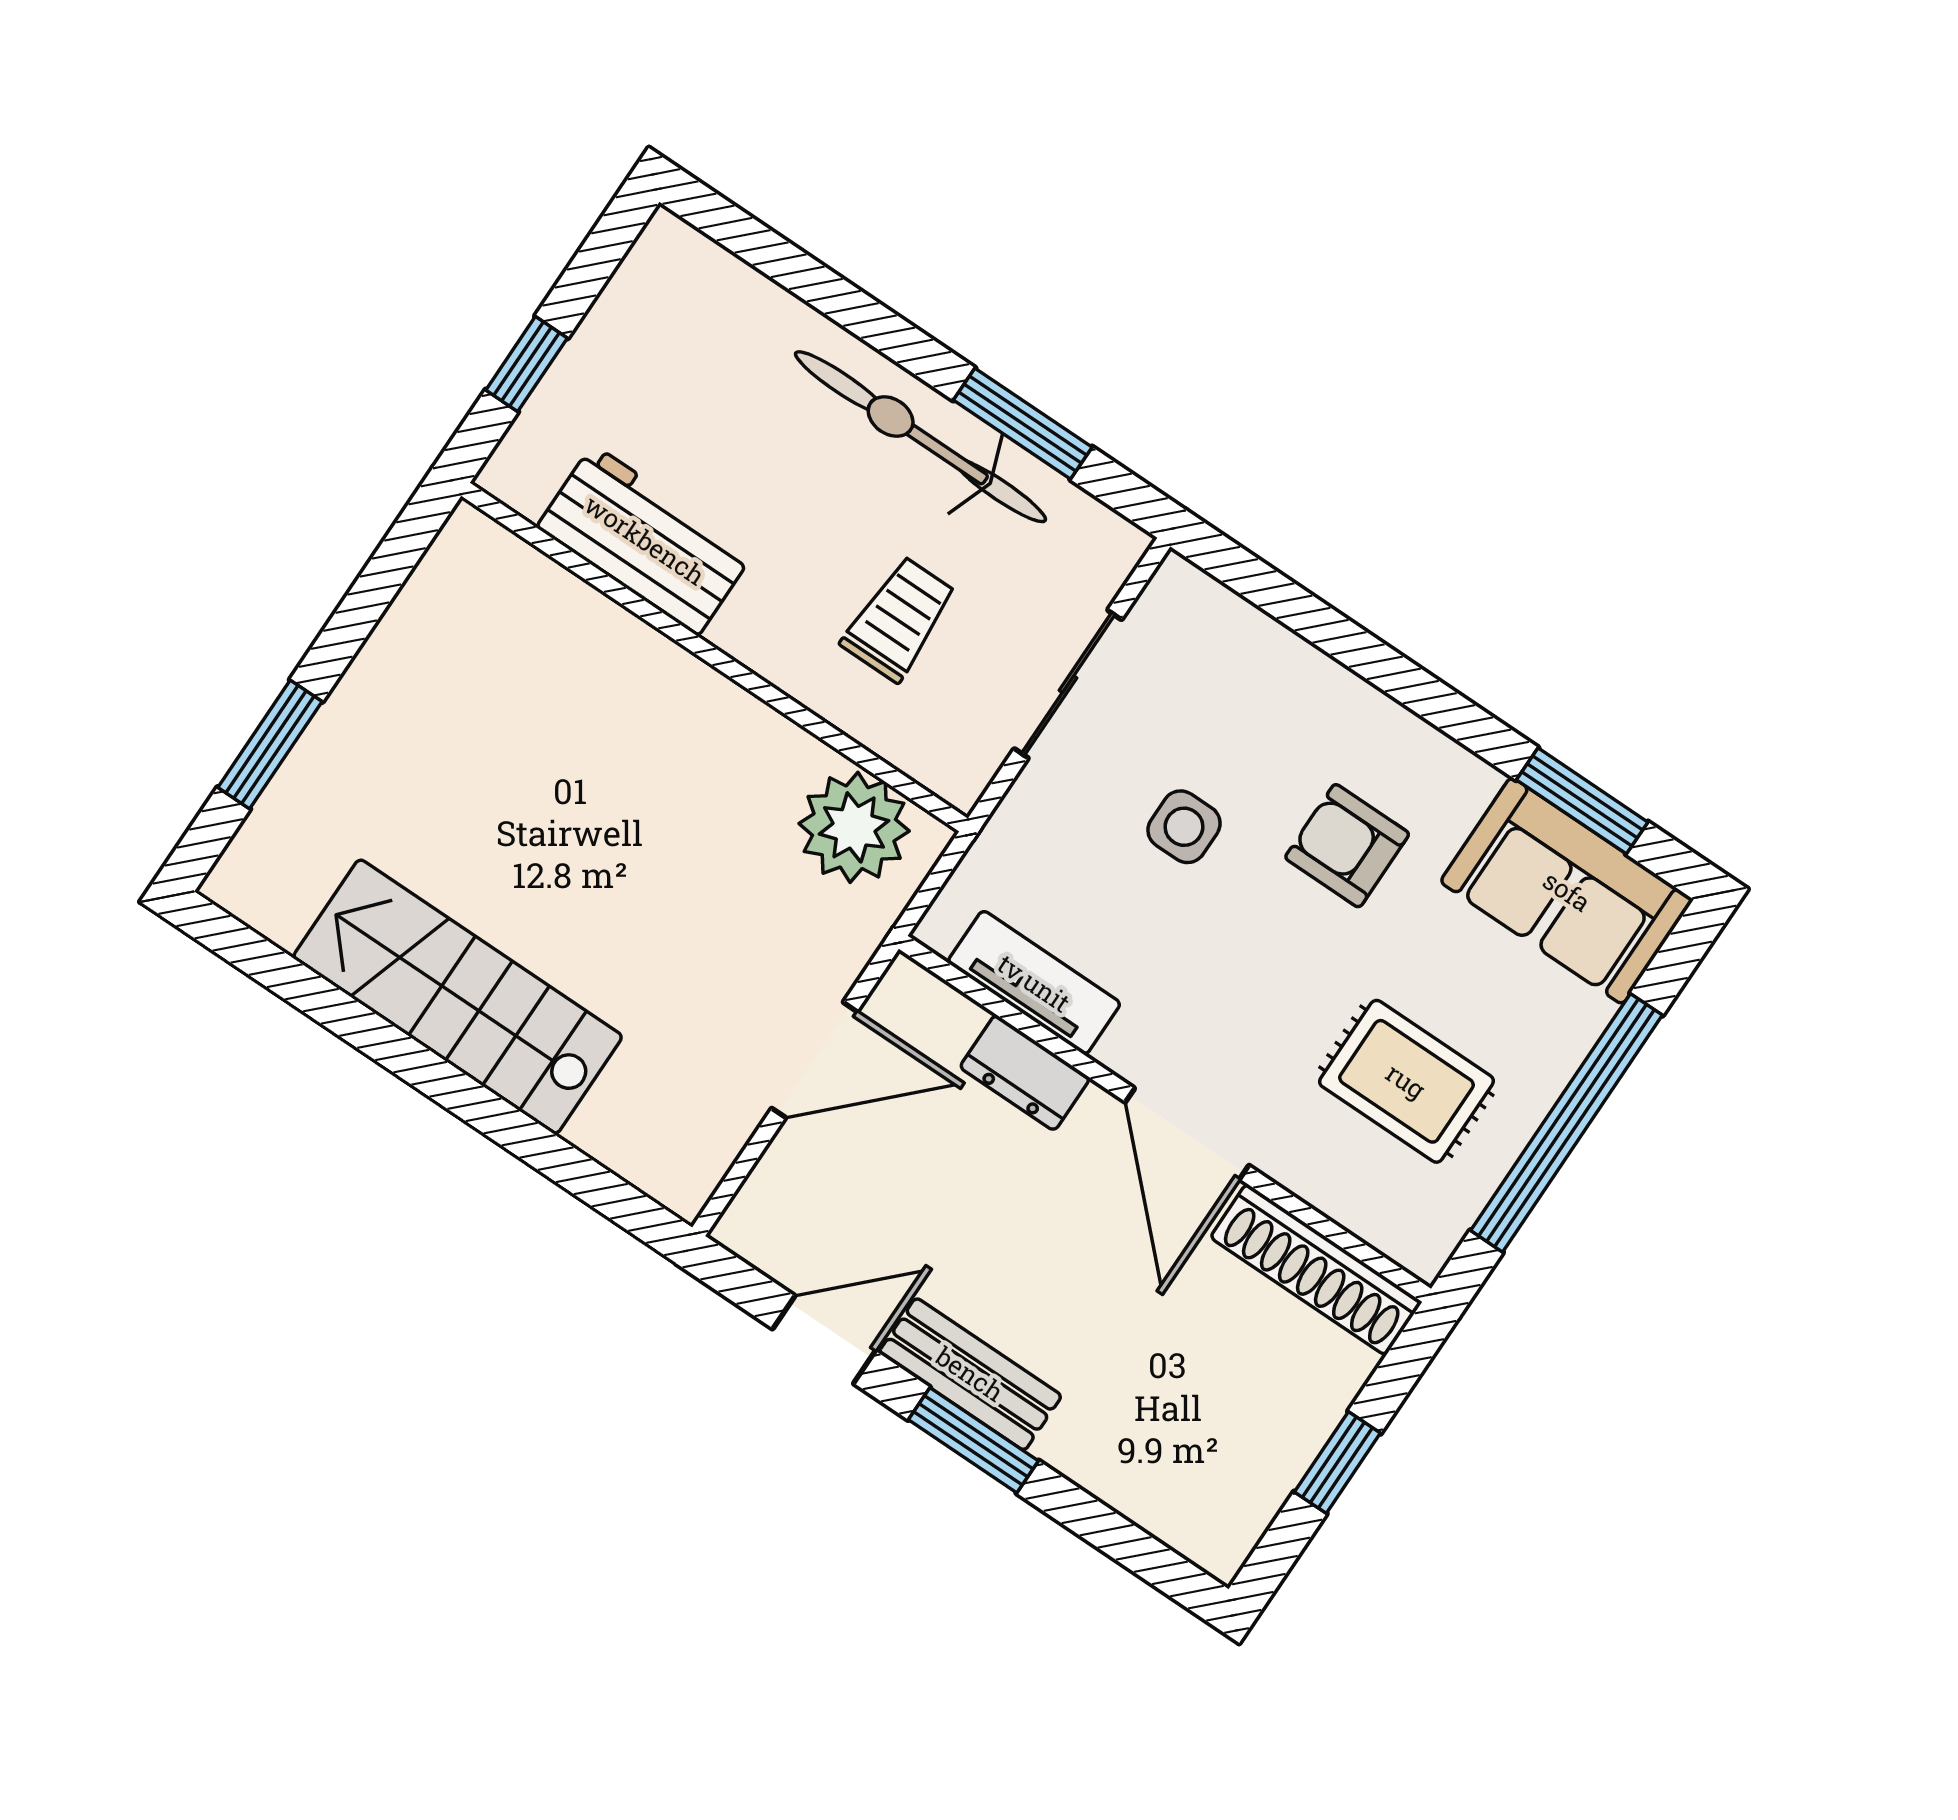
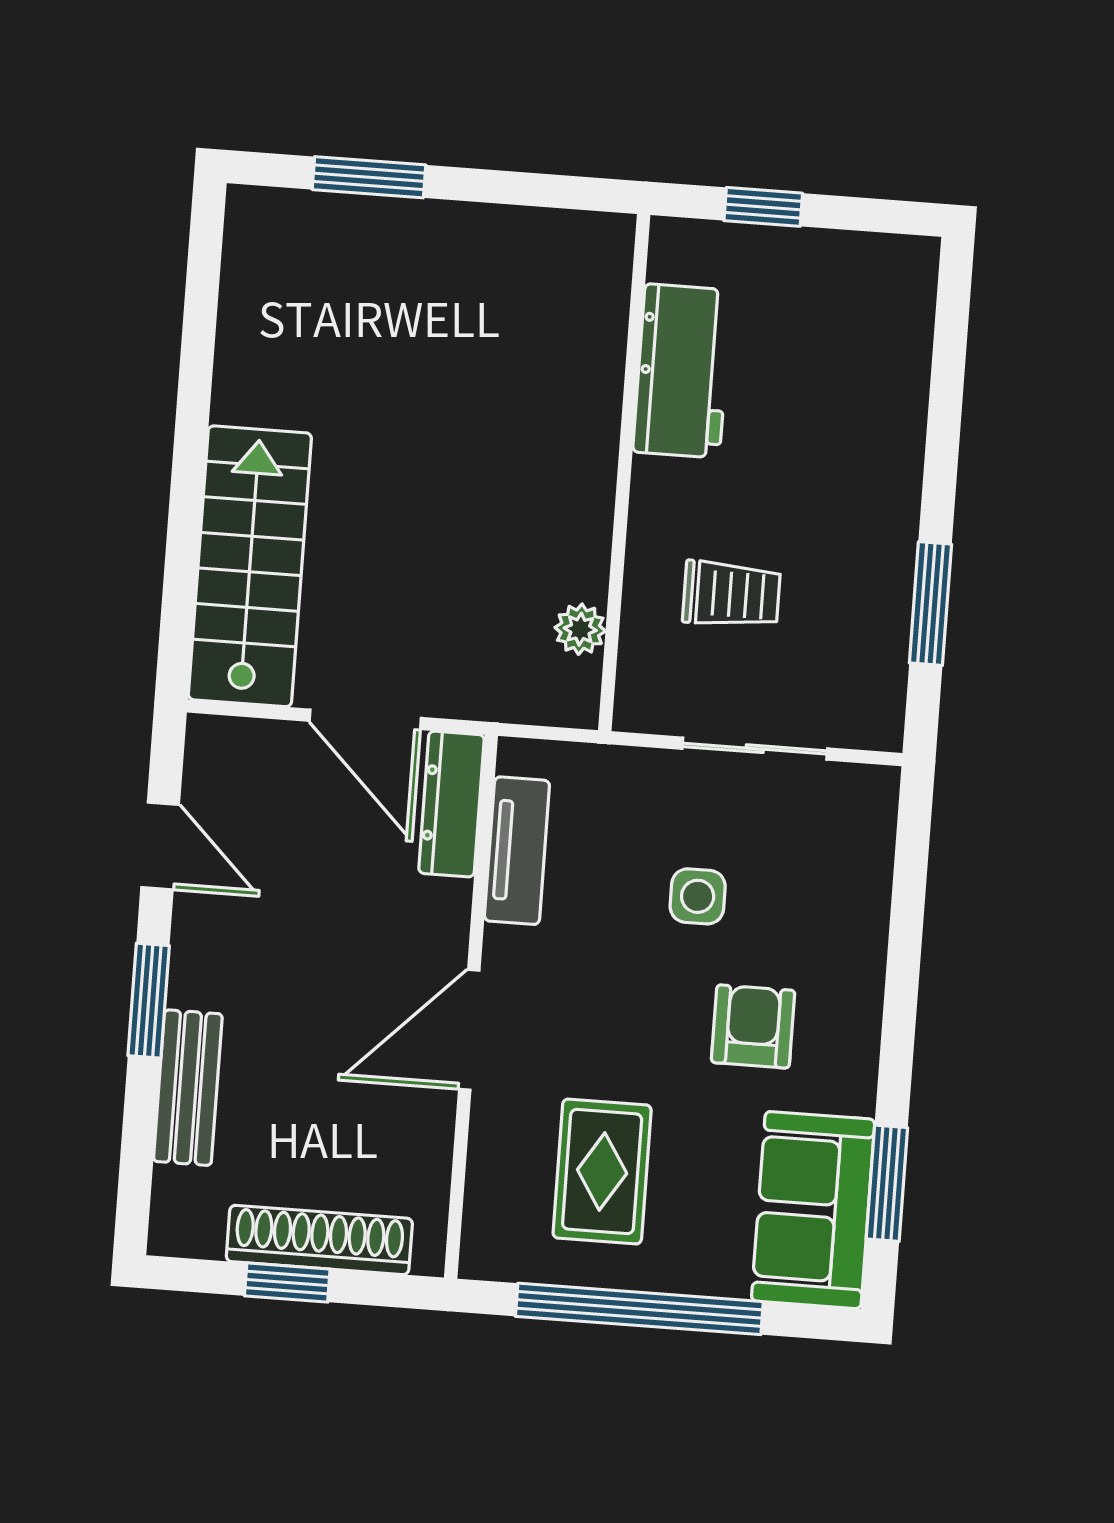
bicycle: (920, 437) -> (877, 533), removed
plant: (854, 827) -> (580, 629), width x0.53, depth x0.53
stairs: (458, 997) -> (250, 566), moved
dresser: (1025, 1073) -> (452, 804), moved, width x1.44
shoe rack: (1316, 1270) -> (319, 1240), moved, turned 90
bench: (970, 1374) -> (188, 1088), moved

